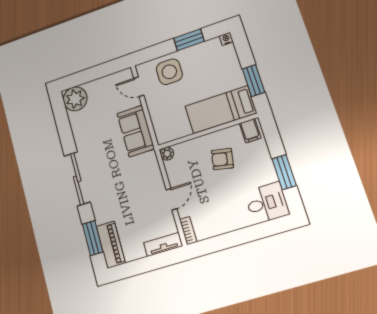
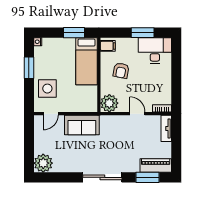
plant: (167, 154) -> (109, 103), width x1.88, depth x1.88
desk: (267, 203) -> (155, 50), width x1.37

